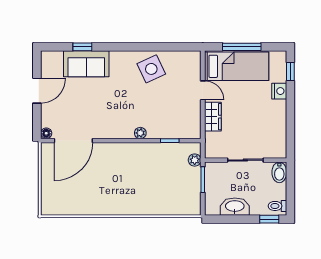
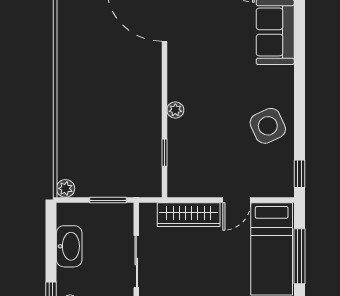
window: (82, 47) -> (299, 174), moved
wardrobe: (213, 117) -> (189, 215), width x1.50
plant: (195, 160) -> (66, 188), moved

